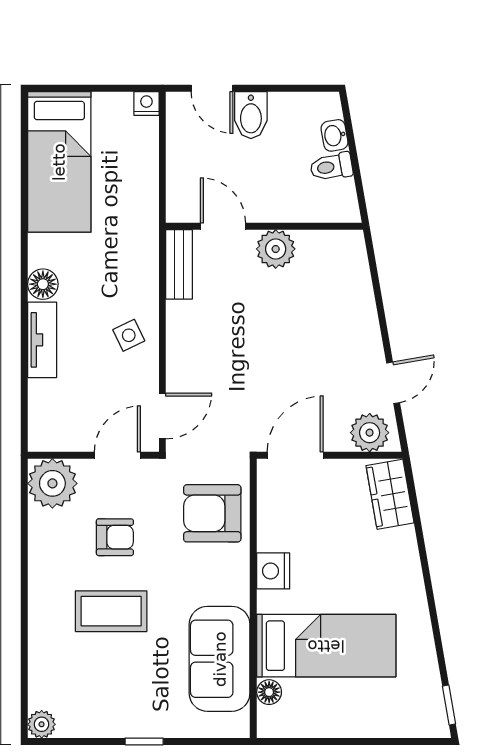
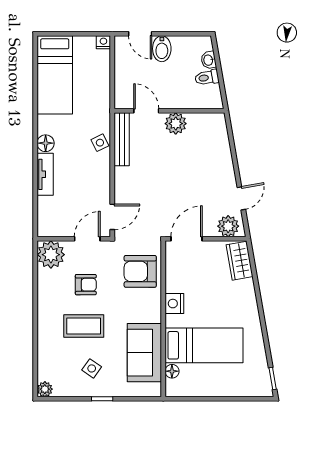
bench: (179, 264) -> (122, 139), width x1.36
side table: (129, 335) -> (100, 143), moved
side table: (125, 687) -> (92, 368), added

